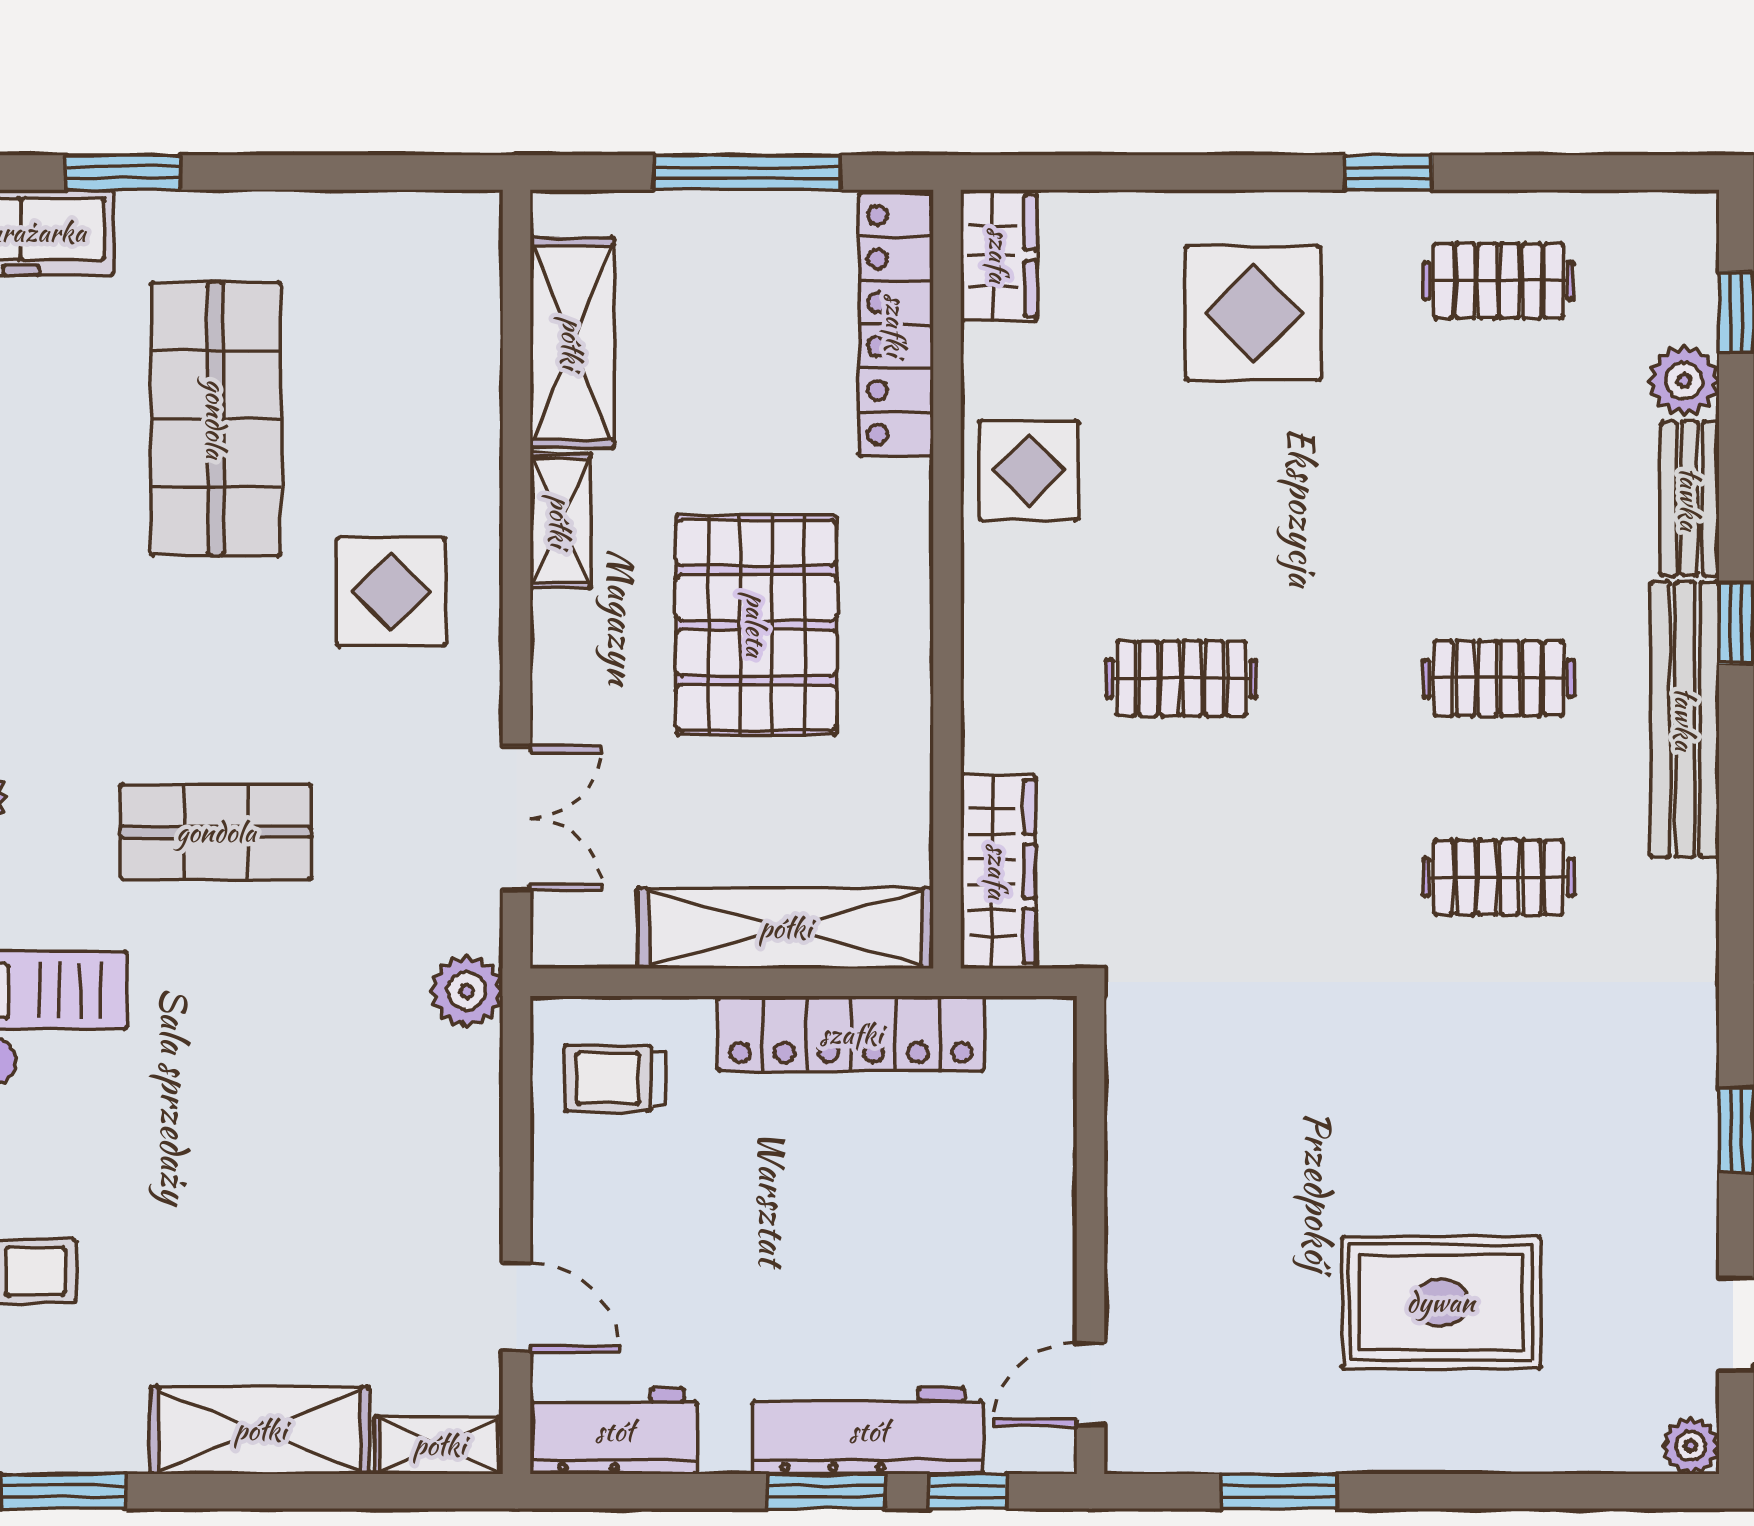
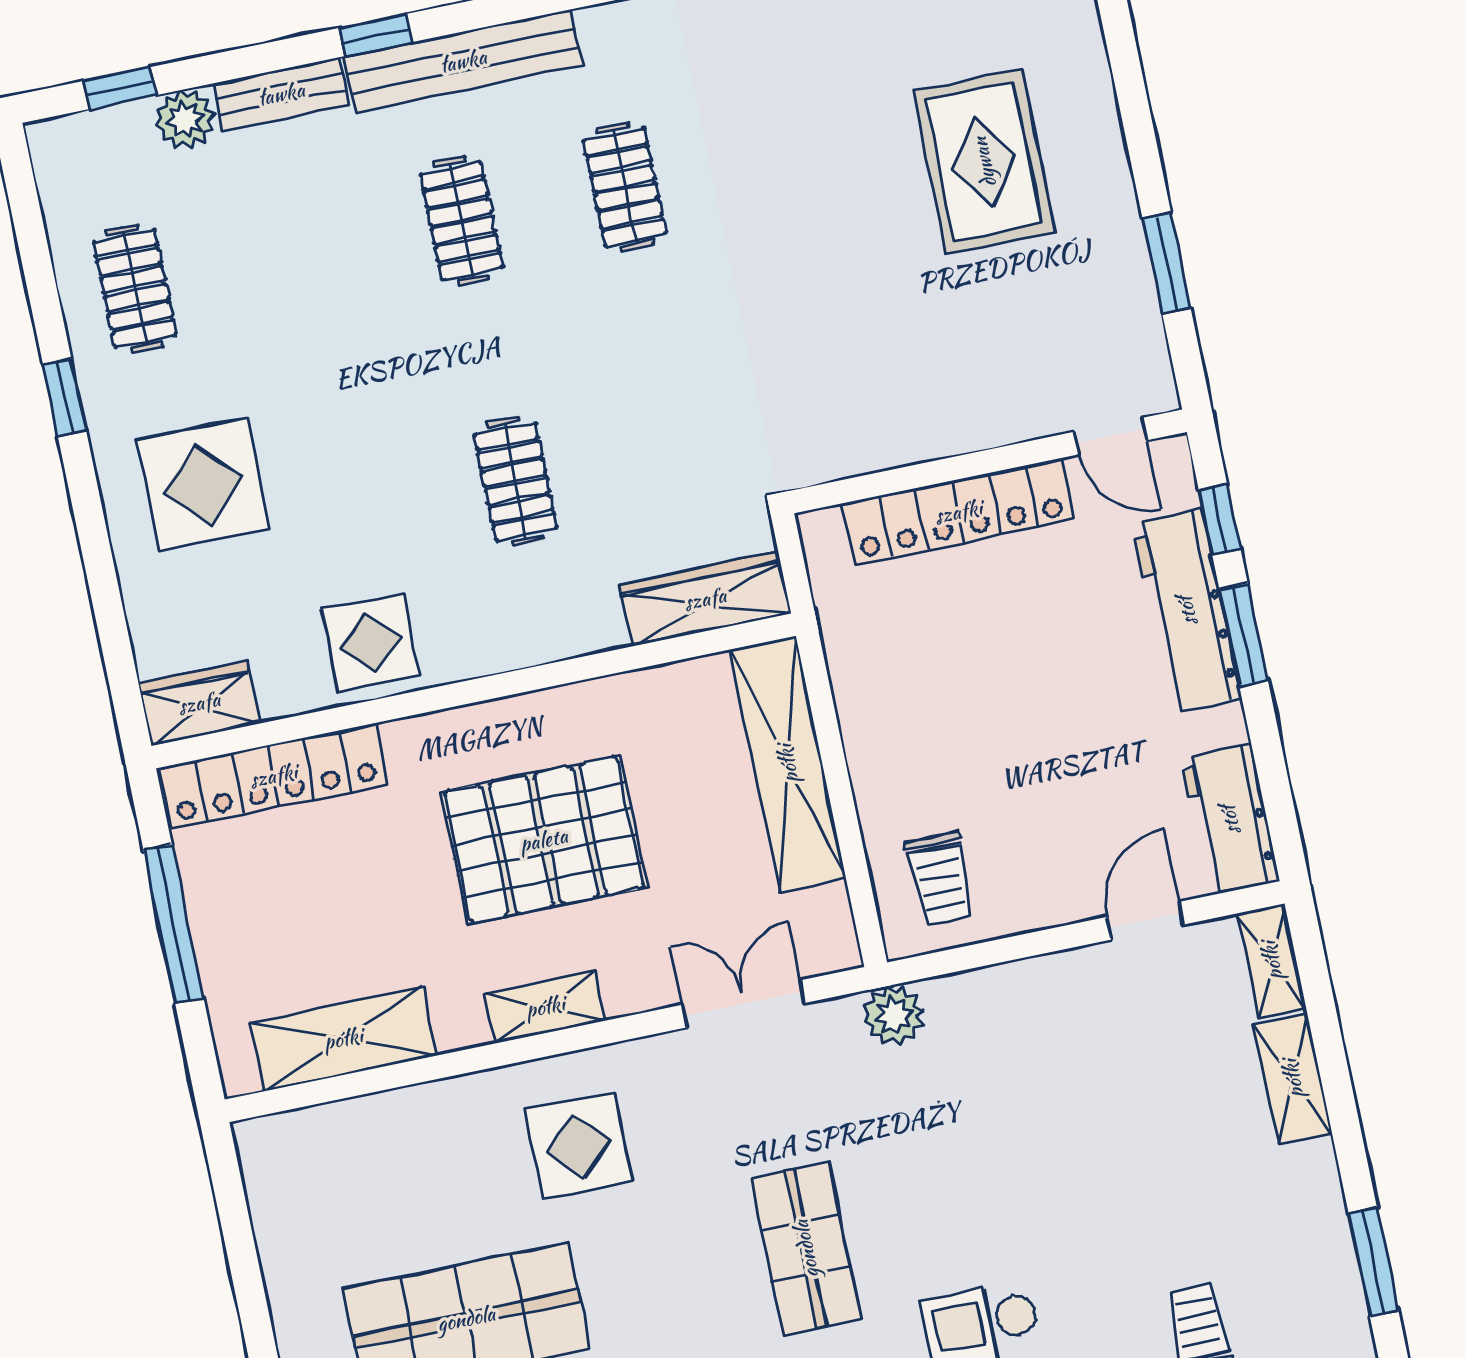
shelving: (560, 521) -> (545, 1007), moved
locker: (851, 1034) -> (958, 512), moved, turned 90
shelving: (260, 1430) -> (1293, 1079), width x0.67, depth x0.75

